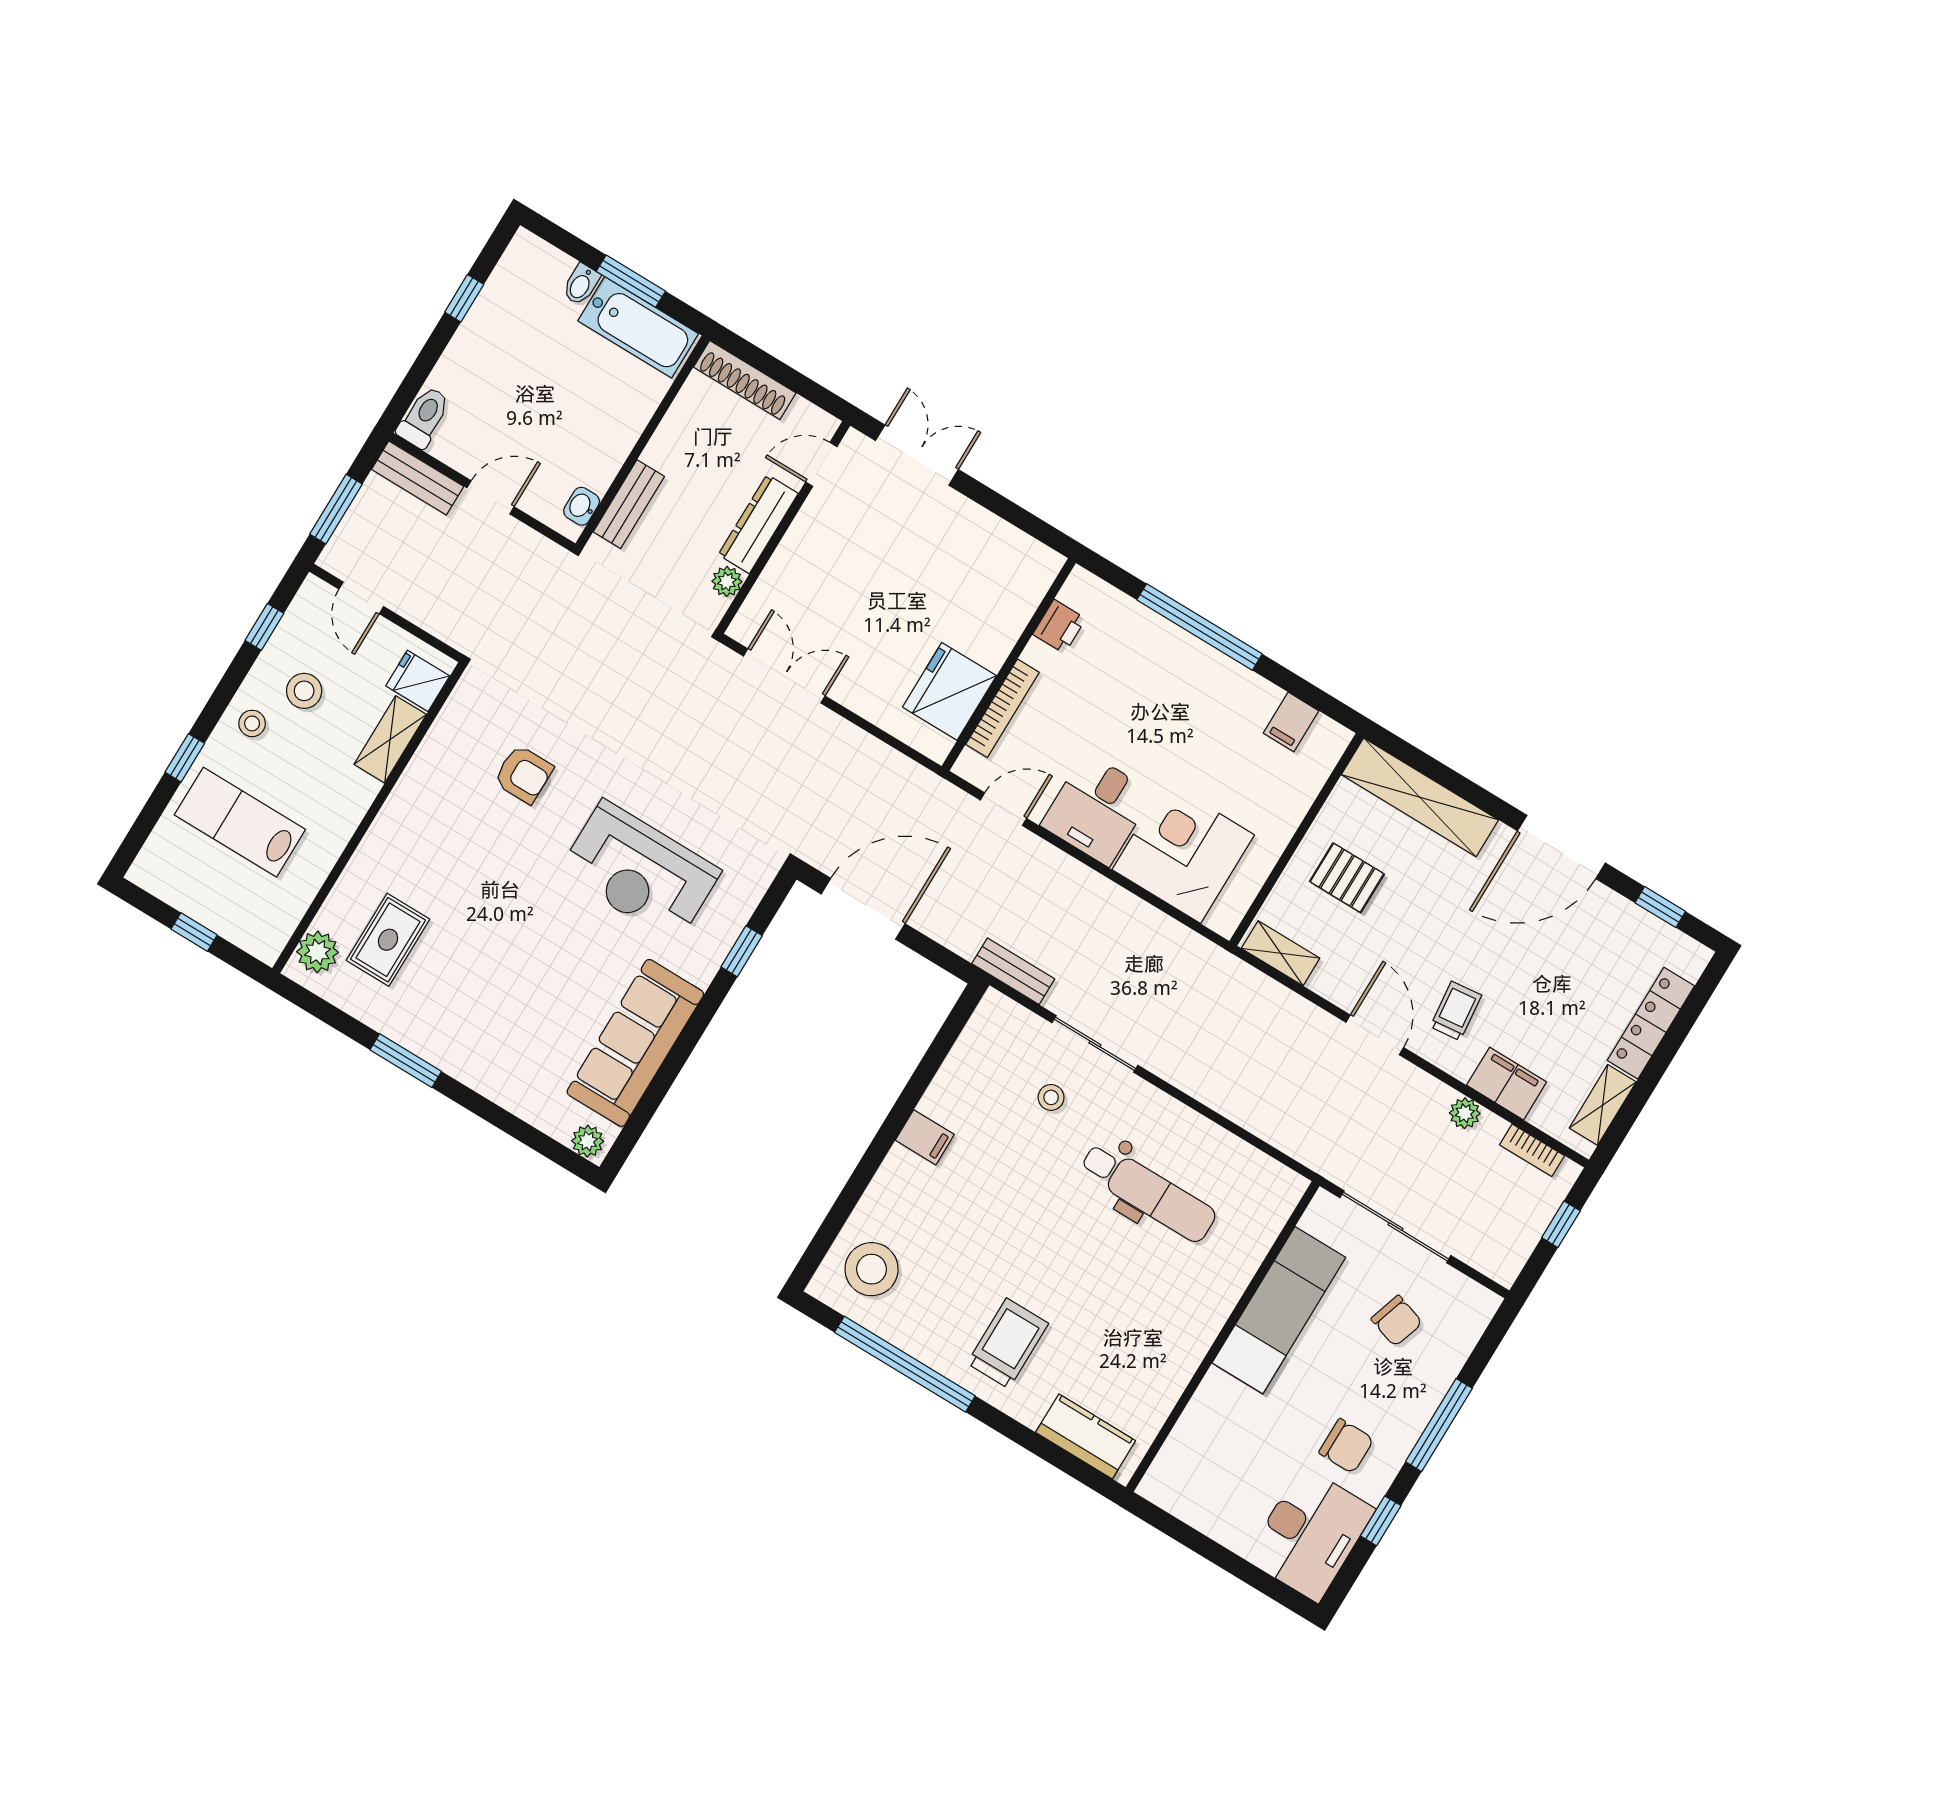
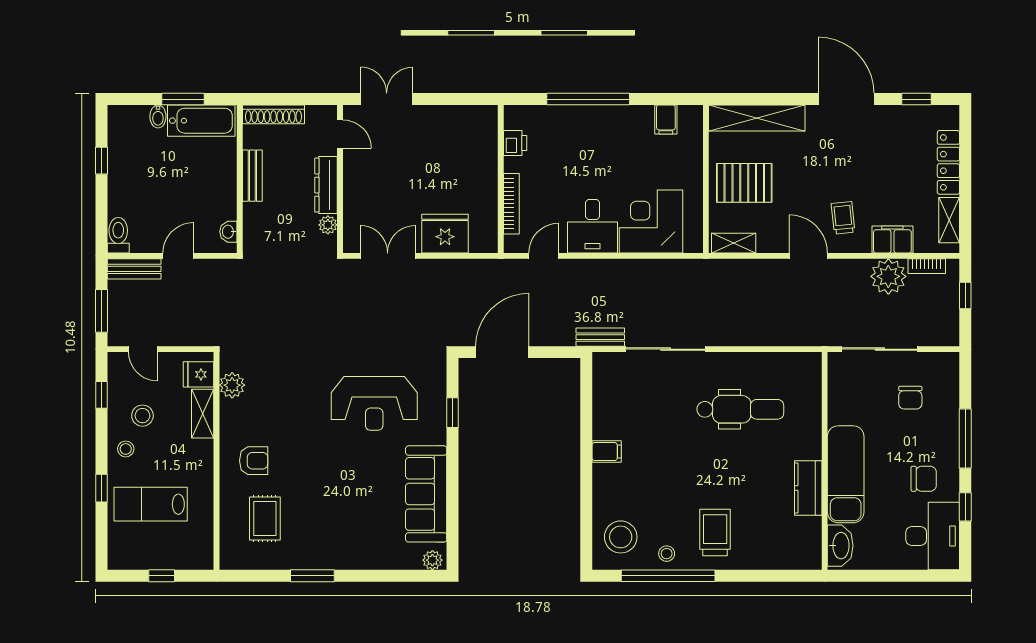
door: (821, 464) -> (340, 134), swing flipped
bench: (629, 504) -> (252, 176), moved
fridge: (949, 691) -> (445, 234), moved, turned 90
armchair: (524, 774) -> (254, 461), moved
door: (1561, 847) -> (846, 99), swing flipped
pallet: (1347, 878) -> (744, 183), width x1.50, depth x1.42
plant: (318, 952) -> (232, 385), moved
sliding door: (1095, 1044) -> (666, 349), width x1.37
stool: (1051, 1097) -> (667, 554), moved
plant: (1465, 1113) -> (888, 276), width x1.87, depth x1.87
exam couch: (1279, 1310) -> (846, 474), moved
chair: (1397, 1321) -> (910, 398), turned 72
kitchen counter: (1086, 1436) -> (808, 488), moved, turned -90
washbasin: (1172, 1469) -> (840, 546), added

